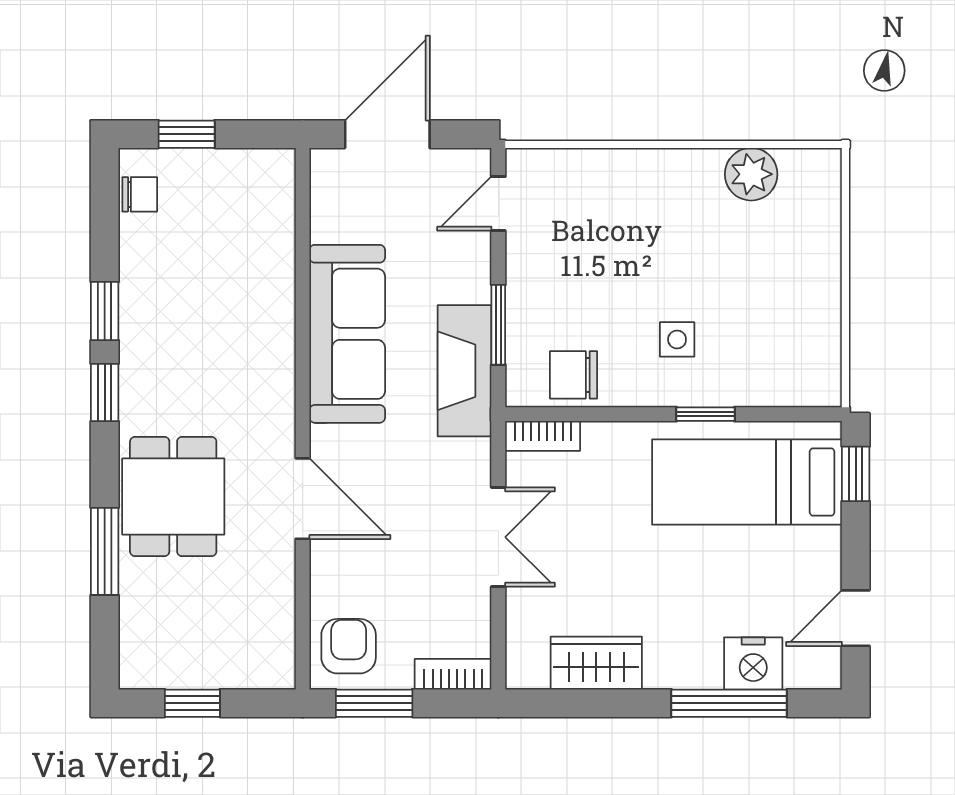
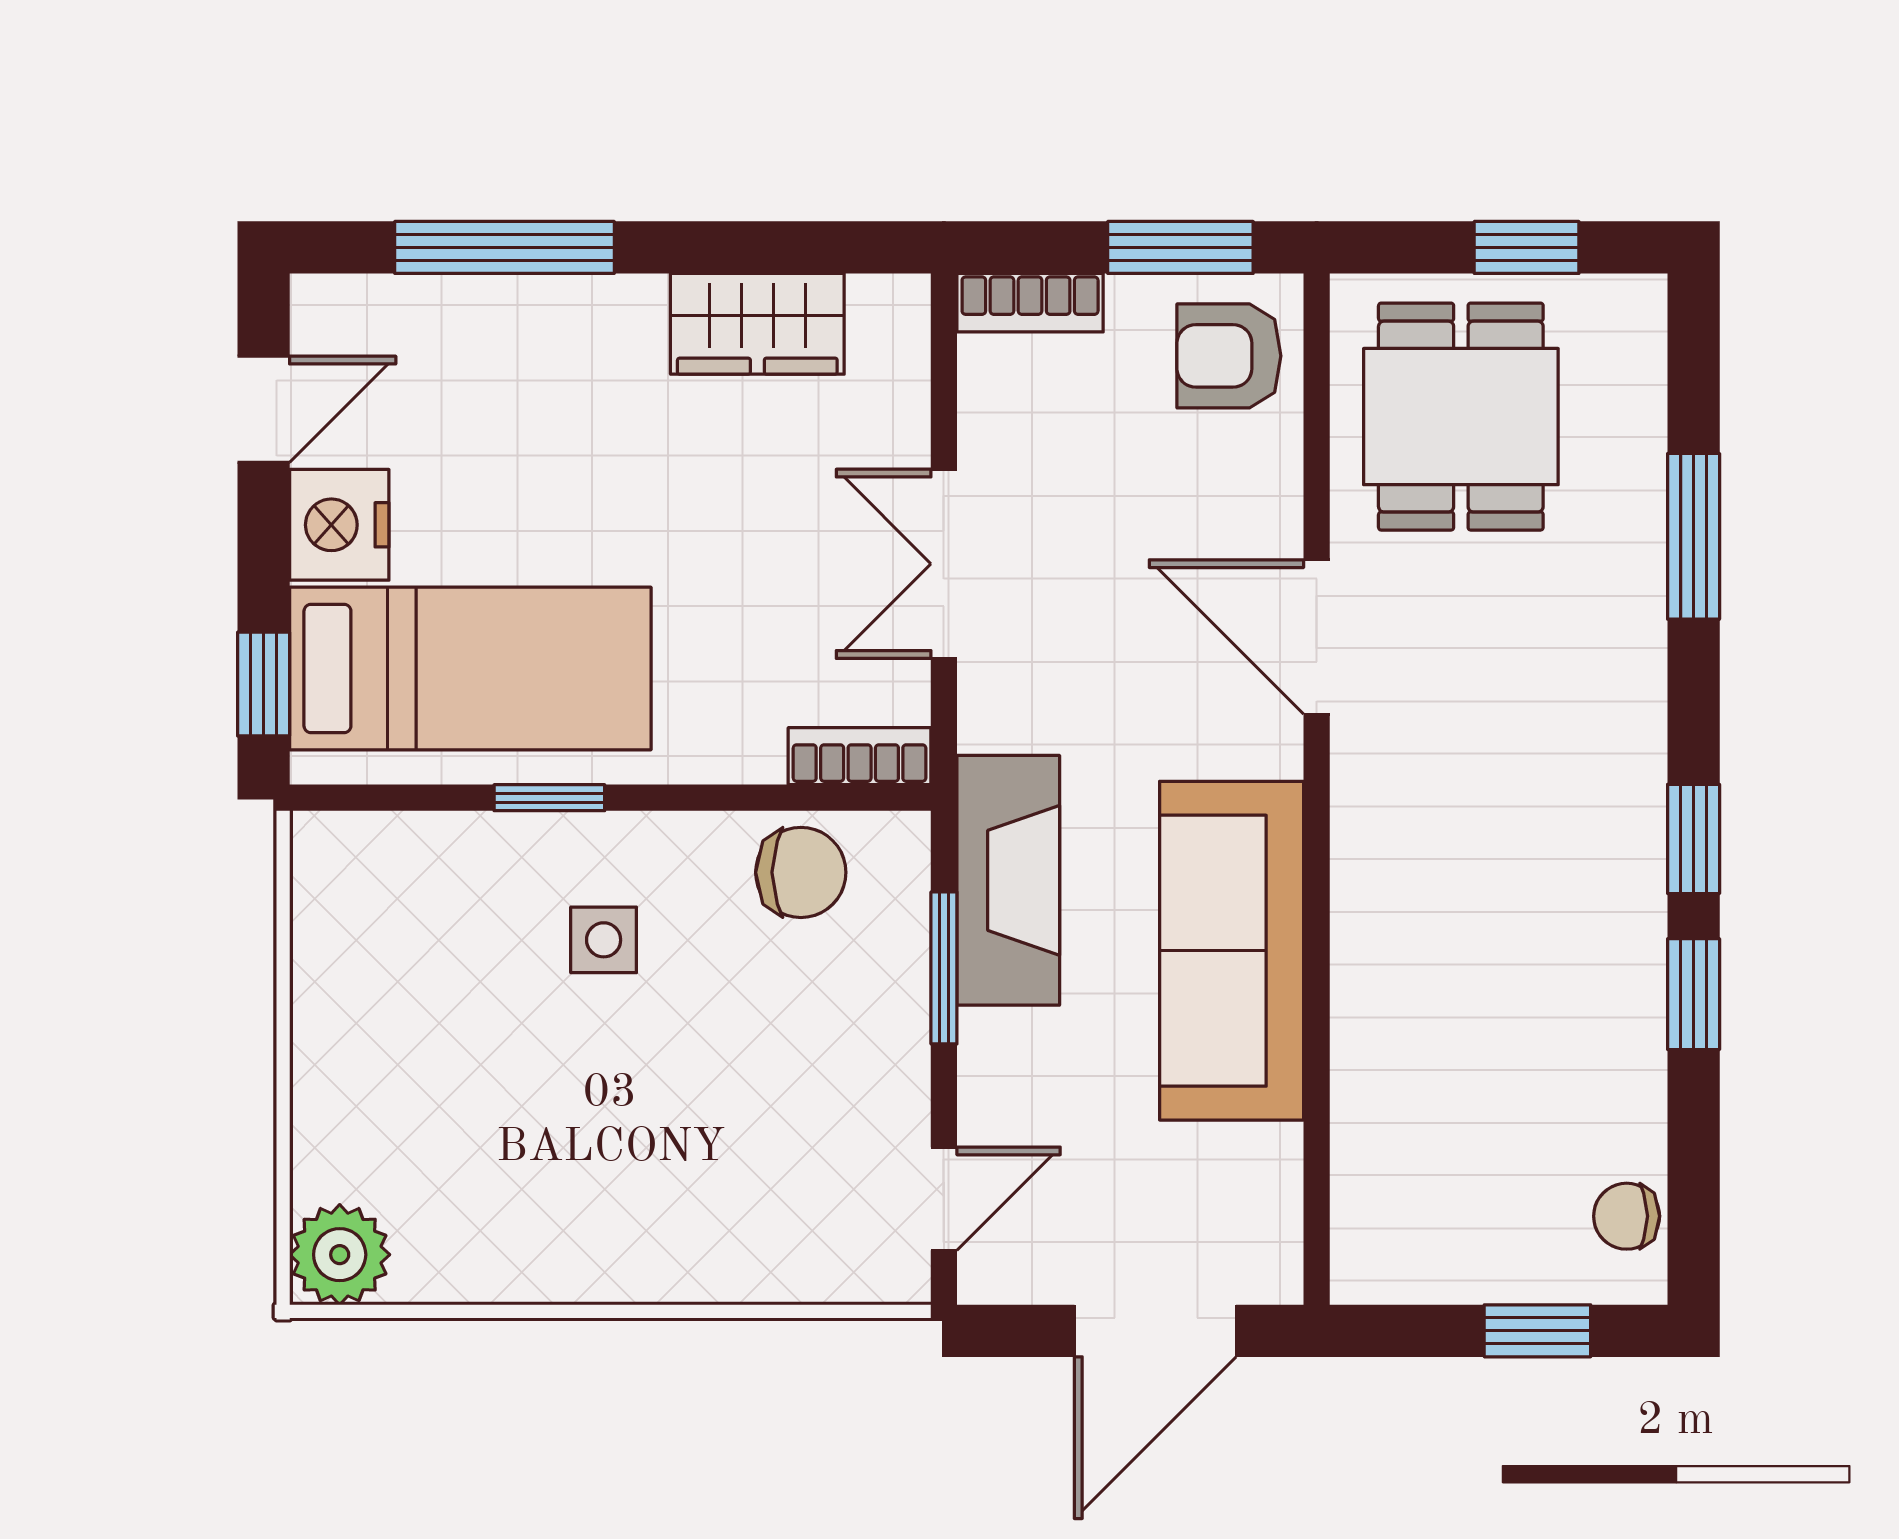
plant: (751, 174) -> (340, 1255), moved
dining table: (173, 497) -> (1461, 417), moved
armchair: (349, 646) -> (1229, 356), turned 90
nightstand: (753, 663) -> (339, 525), moved, turned -90

